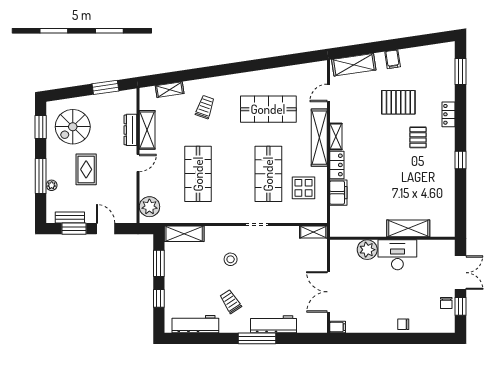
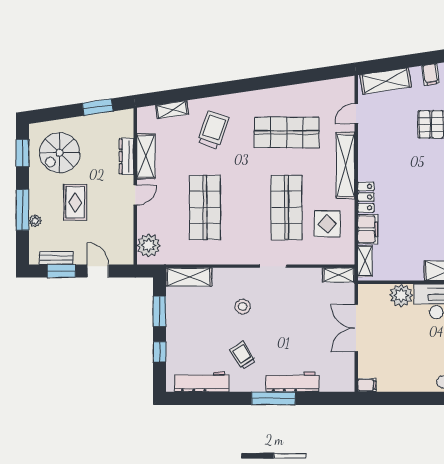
trolley: (205, 107) -> (213, 130), width x1.36, depth x1.39
shelving: (336, 136) -> (365, 261), moved
double door: (328, 292) -> (356, 328), moved

